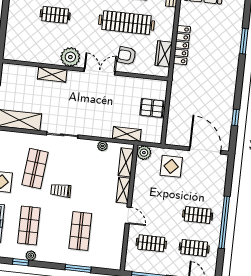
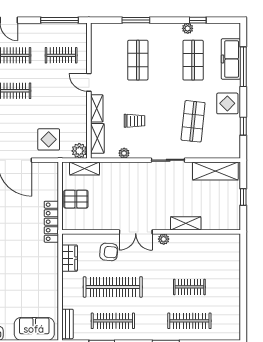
locker: (182, 45) -> (51, 222), moved
plant: (70, 57) -> (164, 239), width x0.53, depth x0.53
shelving: (127, 134) -> (85, 169), moved
trolley: (61, 191) -> (134, 121), moved

